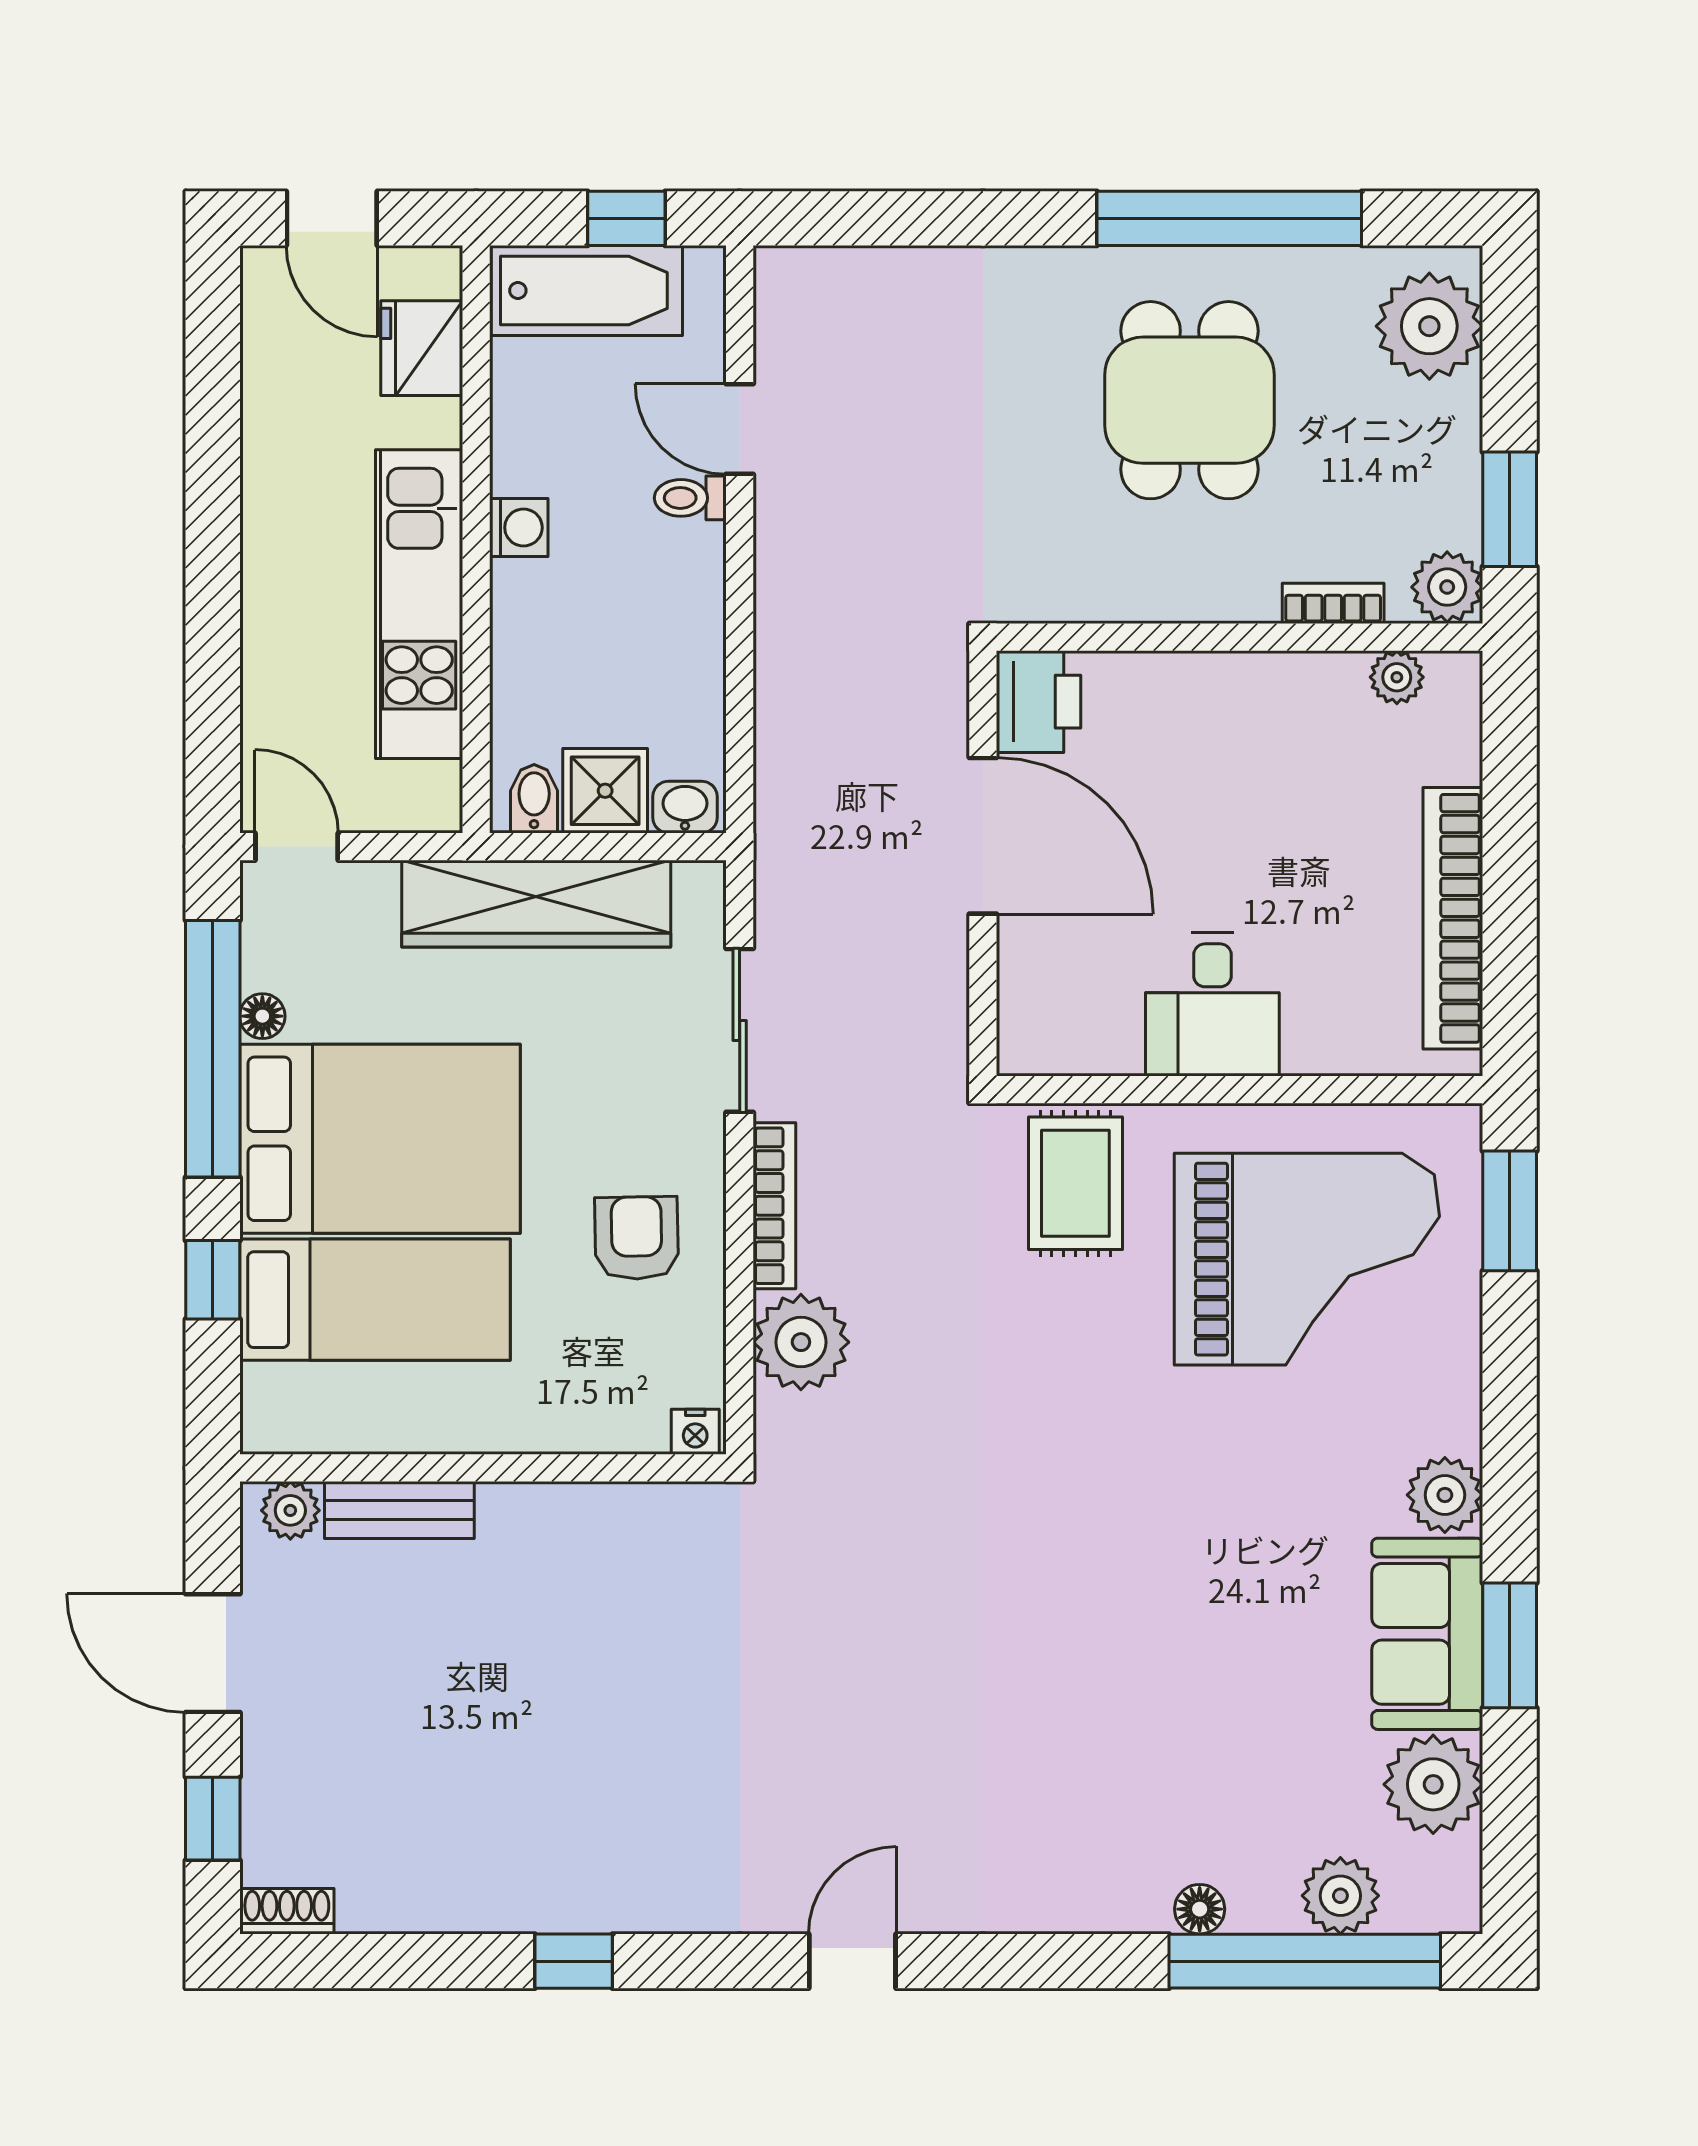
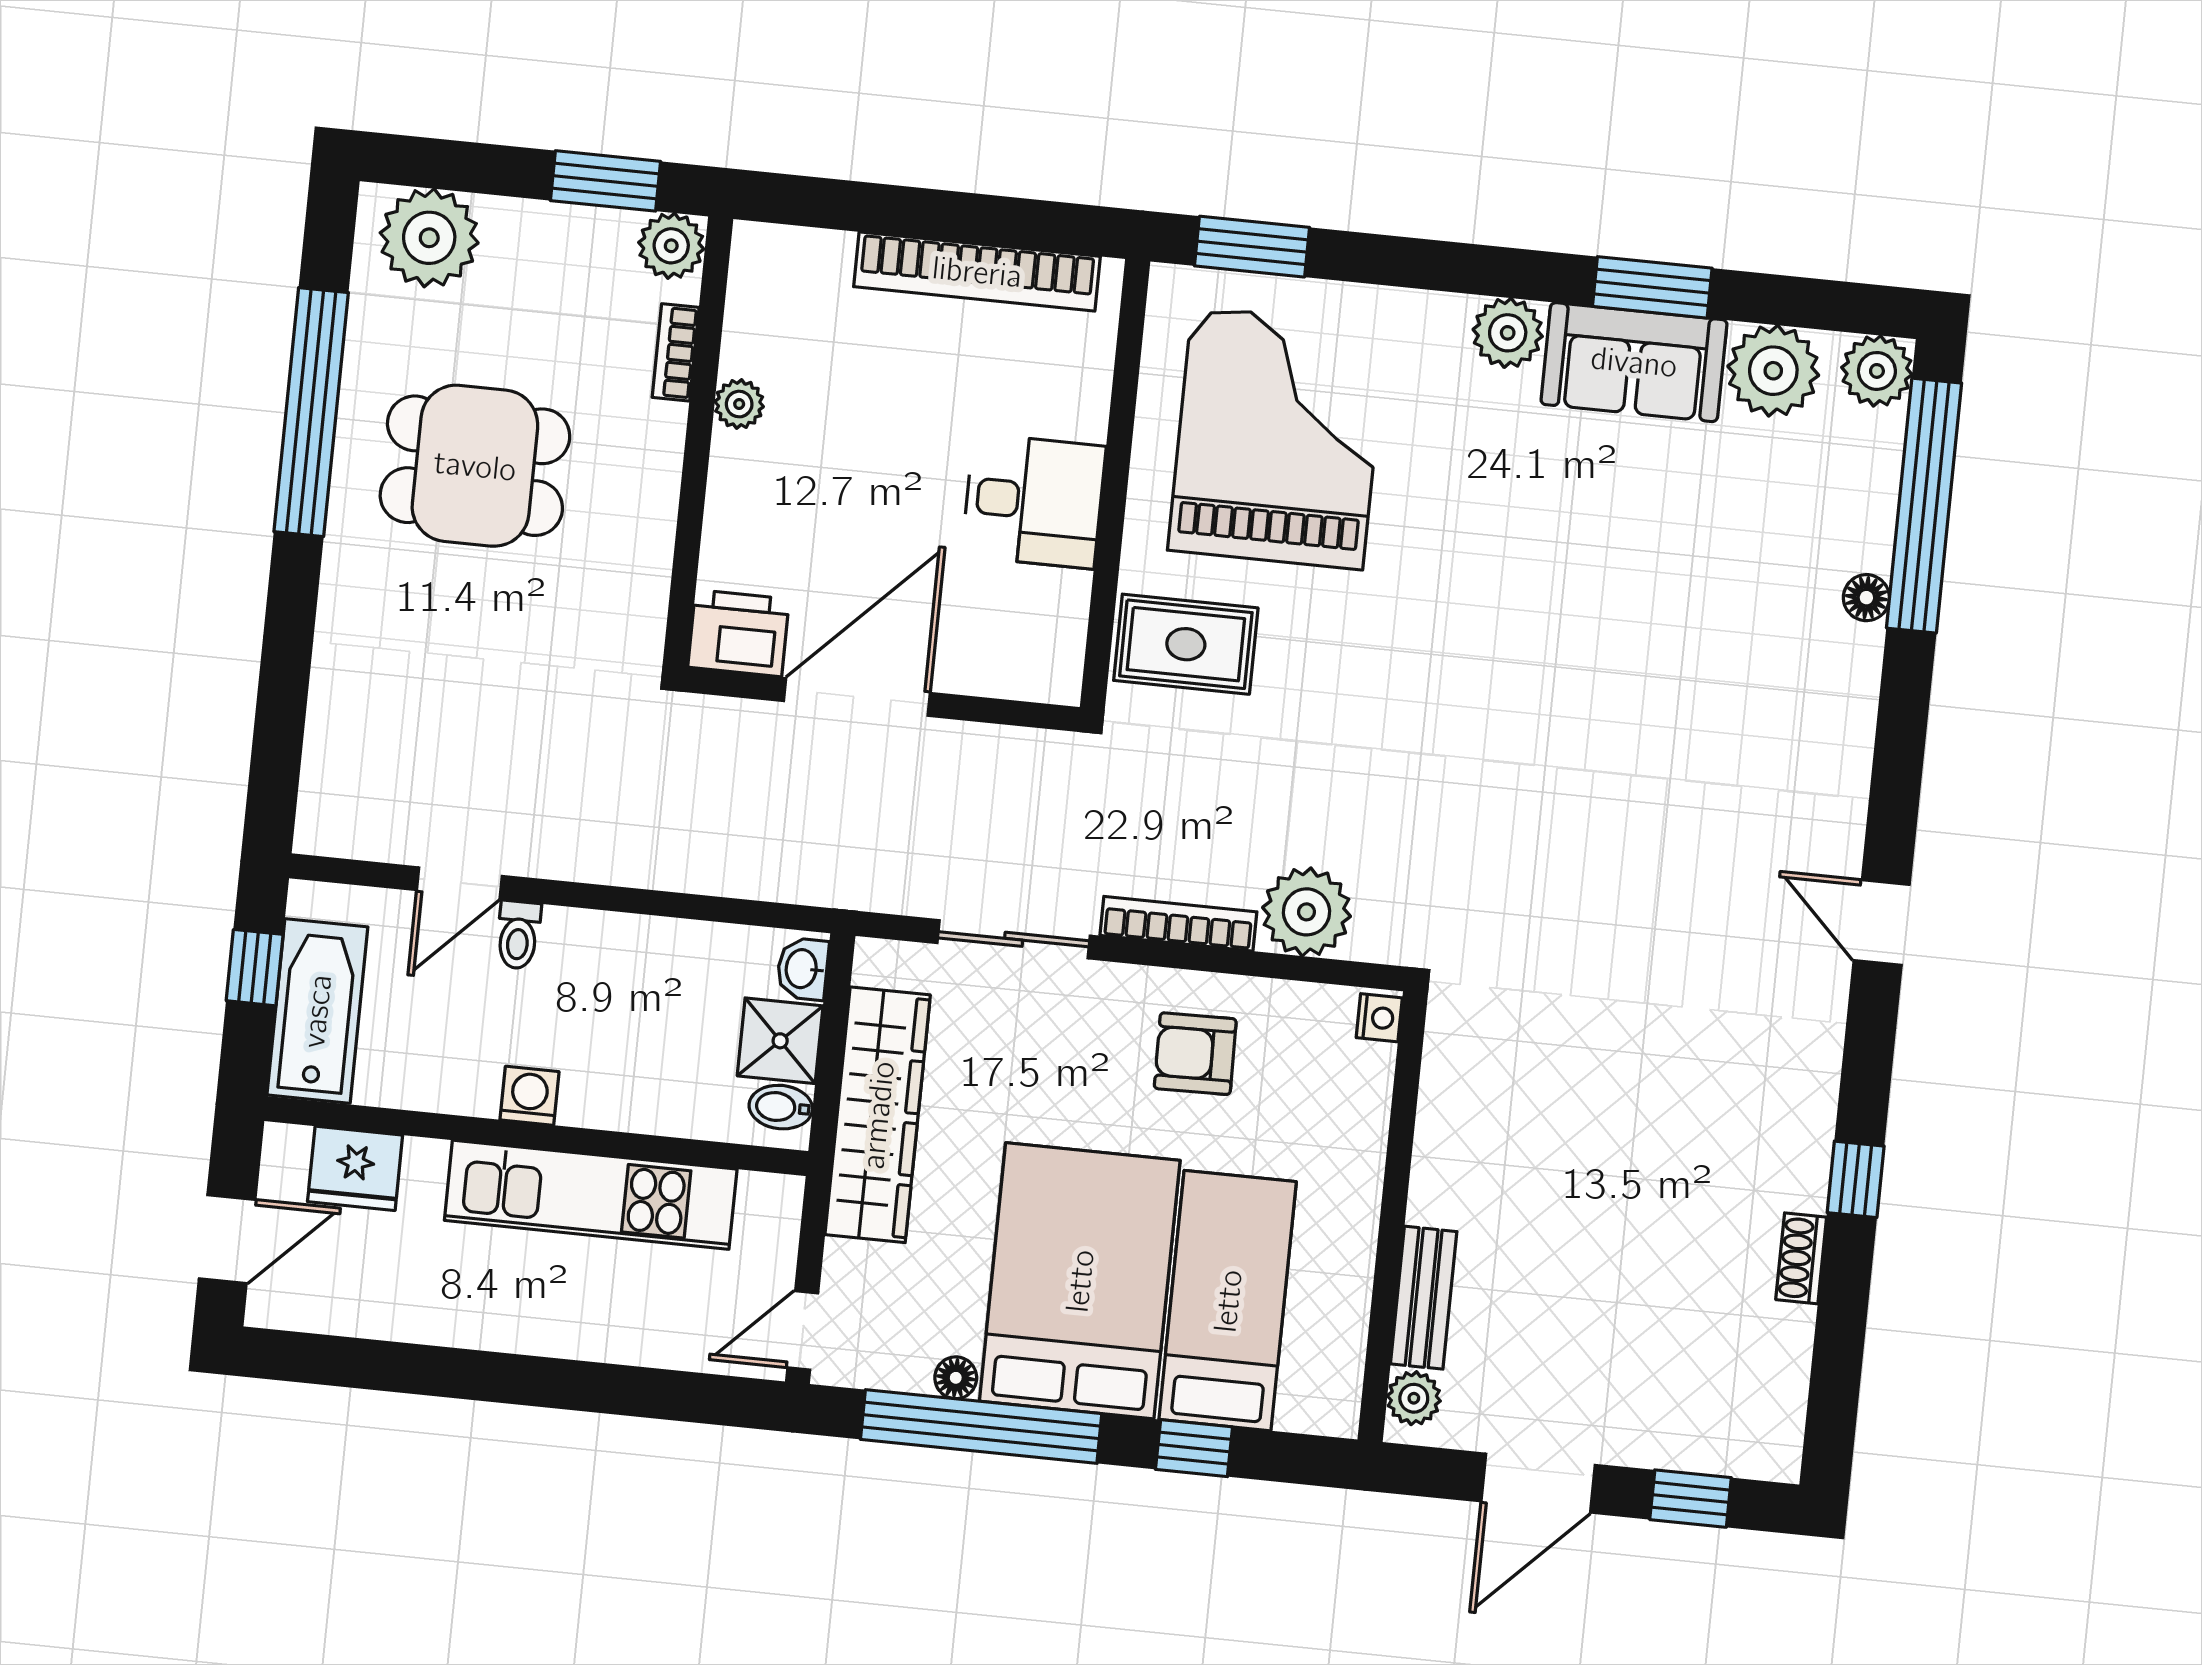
plant: (1397, 677) -> (739, 404), moved
plant: (1340, 1896) -> (1877, 371), moved
shoe rack: (287, 1911) -> (1801, 1258), moved

